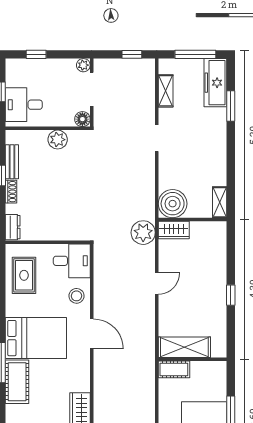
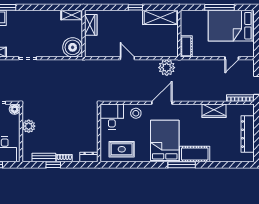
wardrobe: (174, 230) -> (91, 25), moved
plant: (143, 233) -> (167, 68), moved
shelving: (184, 347) -> (160, 17), moved, turned 90

